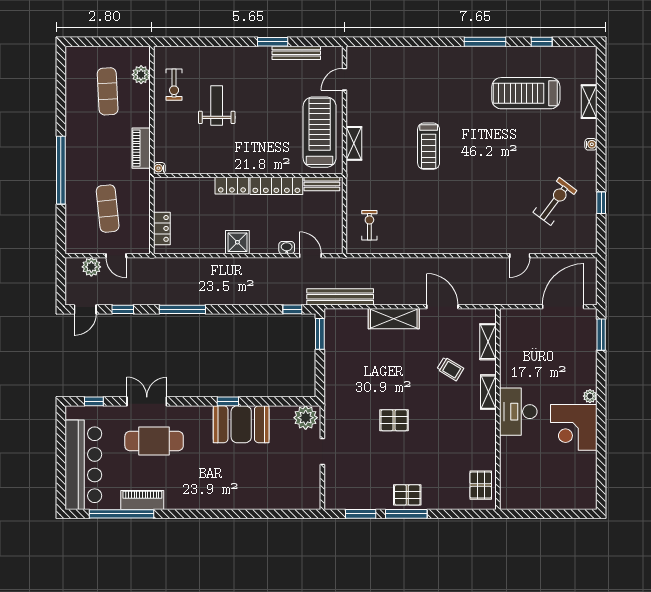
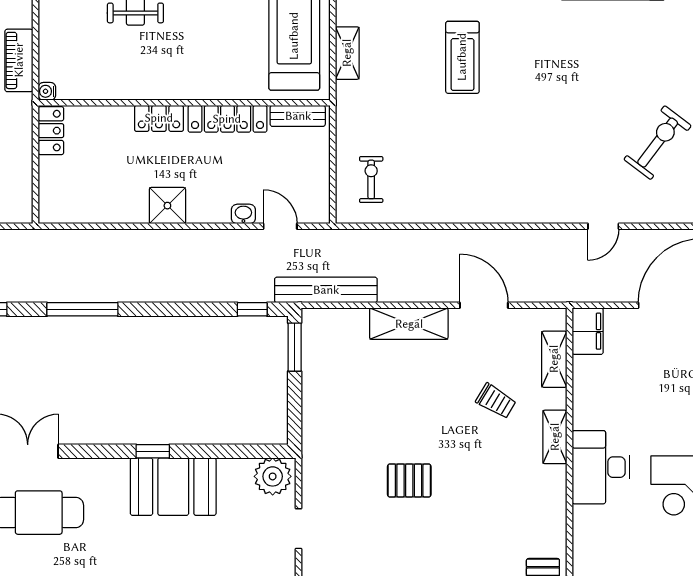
locker: (162, 228) -> (51, 131), moved
filing cabinet: (510, 324) -> (588, 331), added

